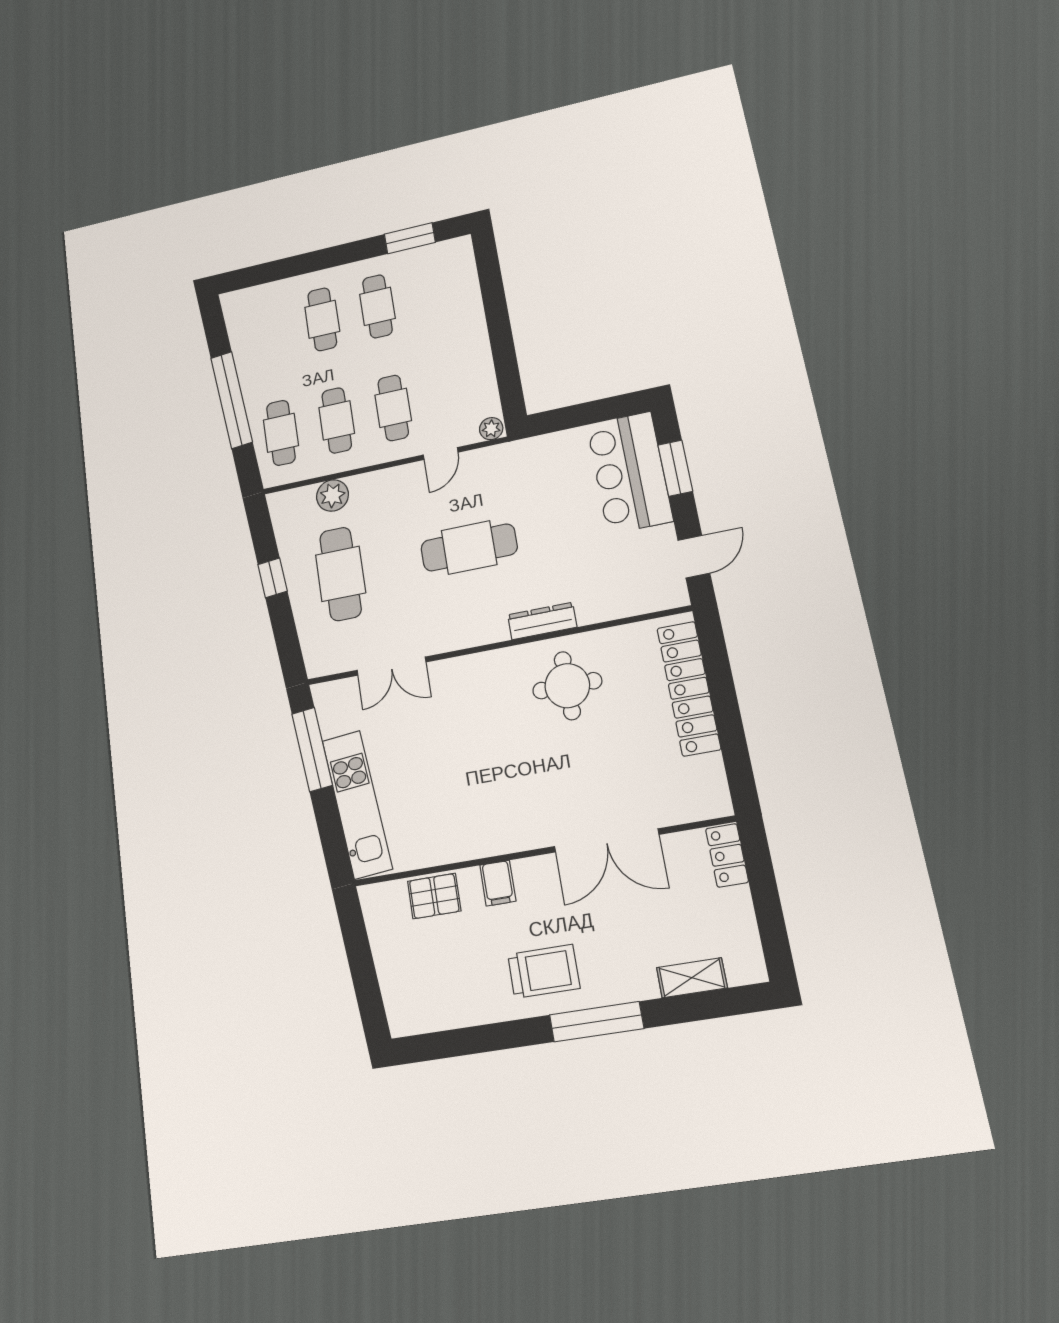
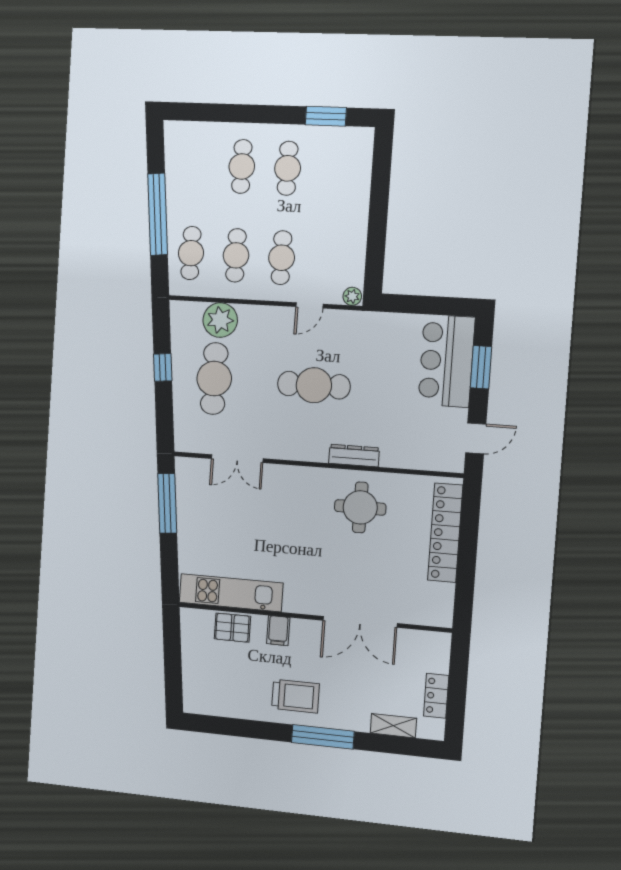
plant: (332, 495) -> (220, 320), width x1.36, depth x1.36
kitchen unit: (357, 804) -> (231, 593), moved, turned -84
locker: (727, 855) -> (436, 696), moved

